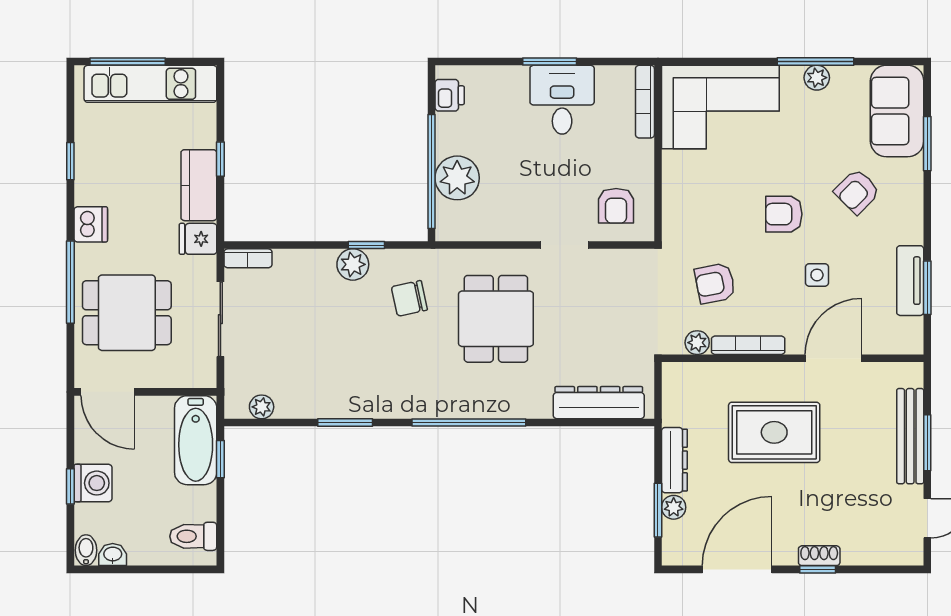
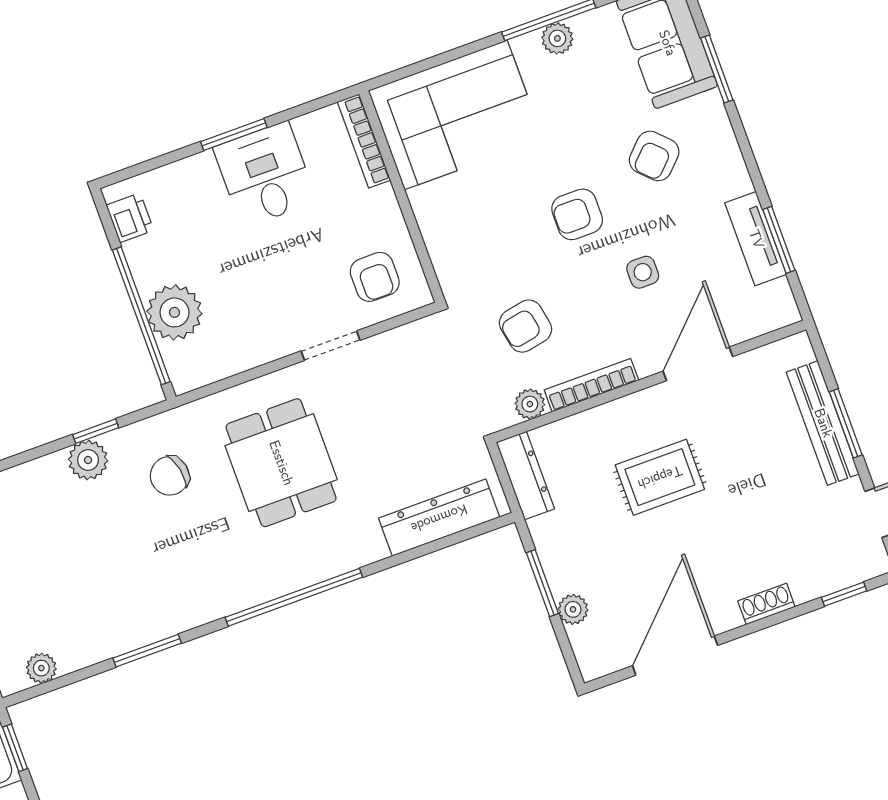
rug: (774, 432) -> (660, 477), width x0.73, depth x0.70
dresser: (674, 460) -> (525, 476), moved
window: (658, 510) -> (542, 583), moved
window: (818, 569) -> (844, 594), moved

